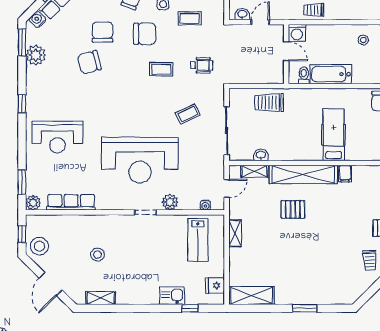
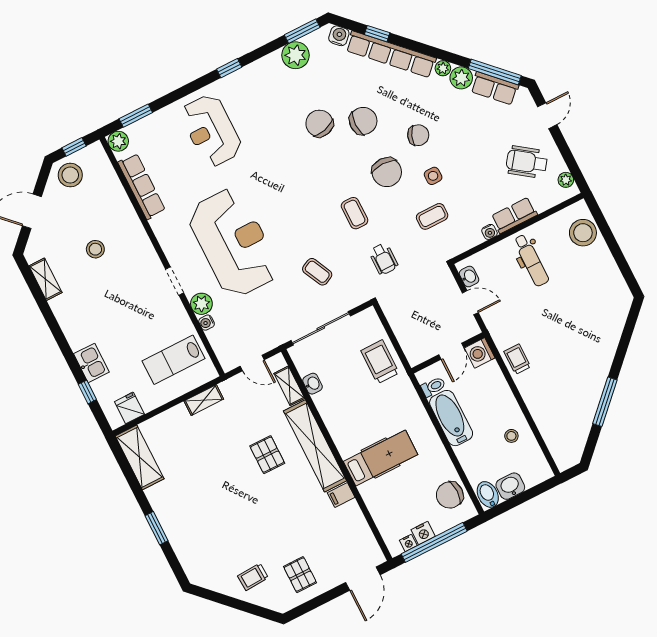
coffee table: (190, 18) -> (432, 216), turned 90
reception desk: (140, 160) -> (233, 243), turned 180
water cooler: (205, 205) -> (207, 323), moved

